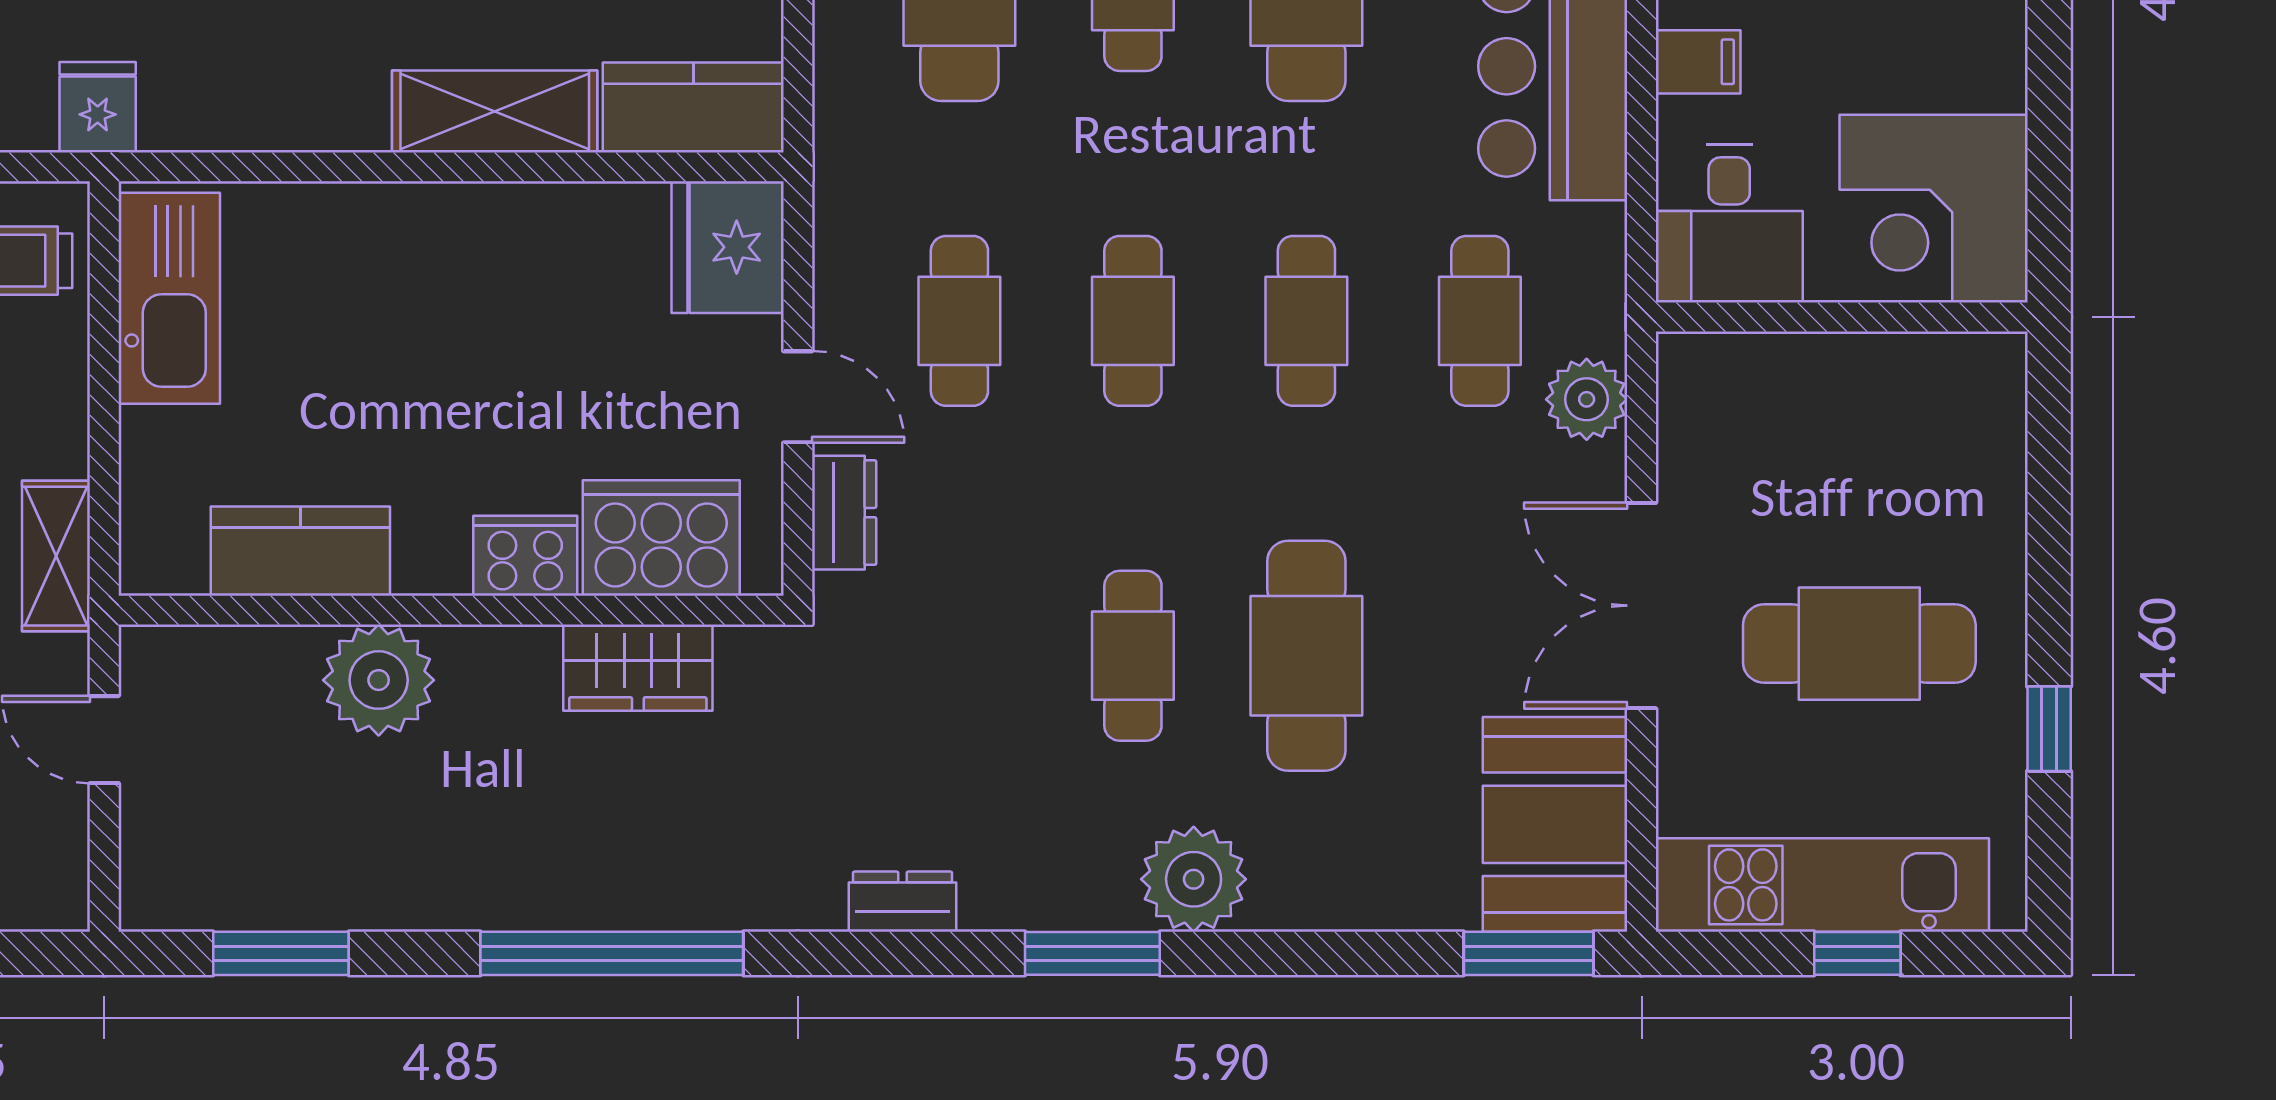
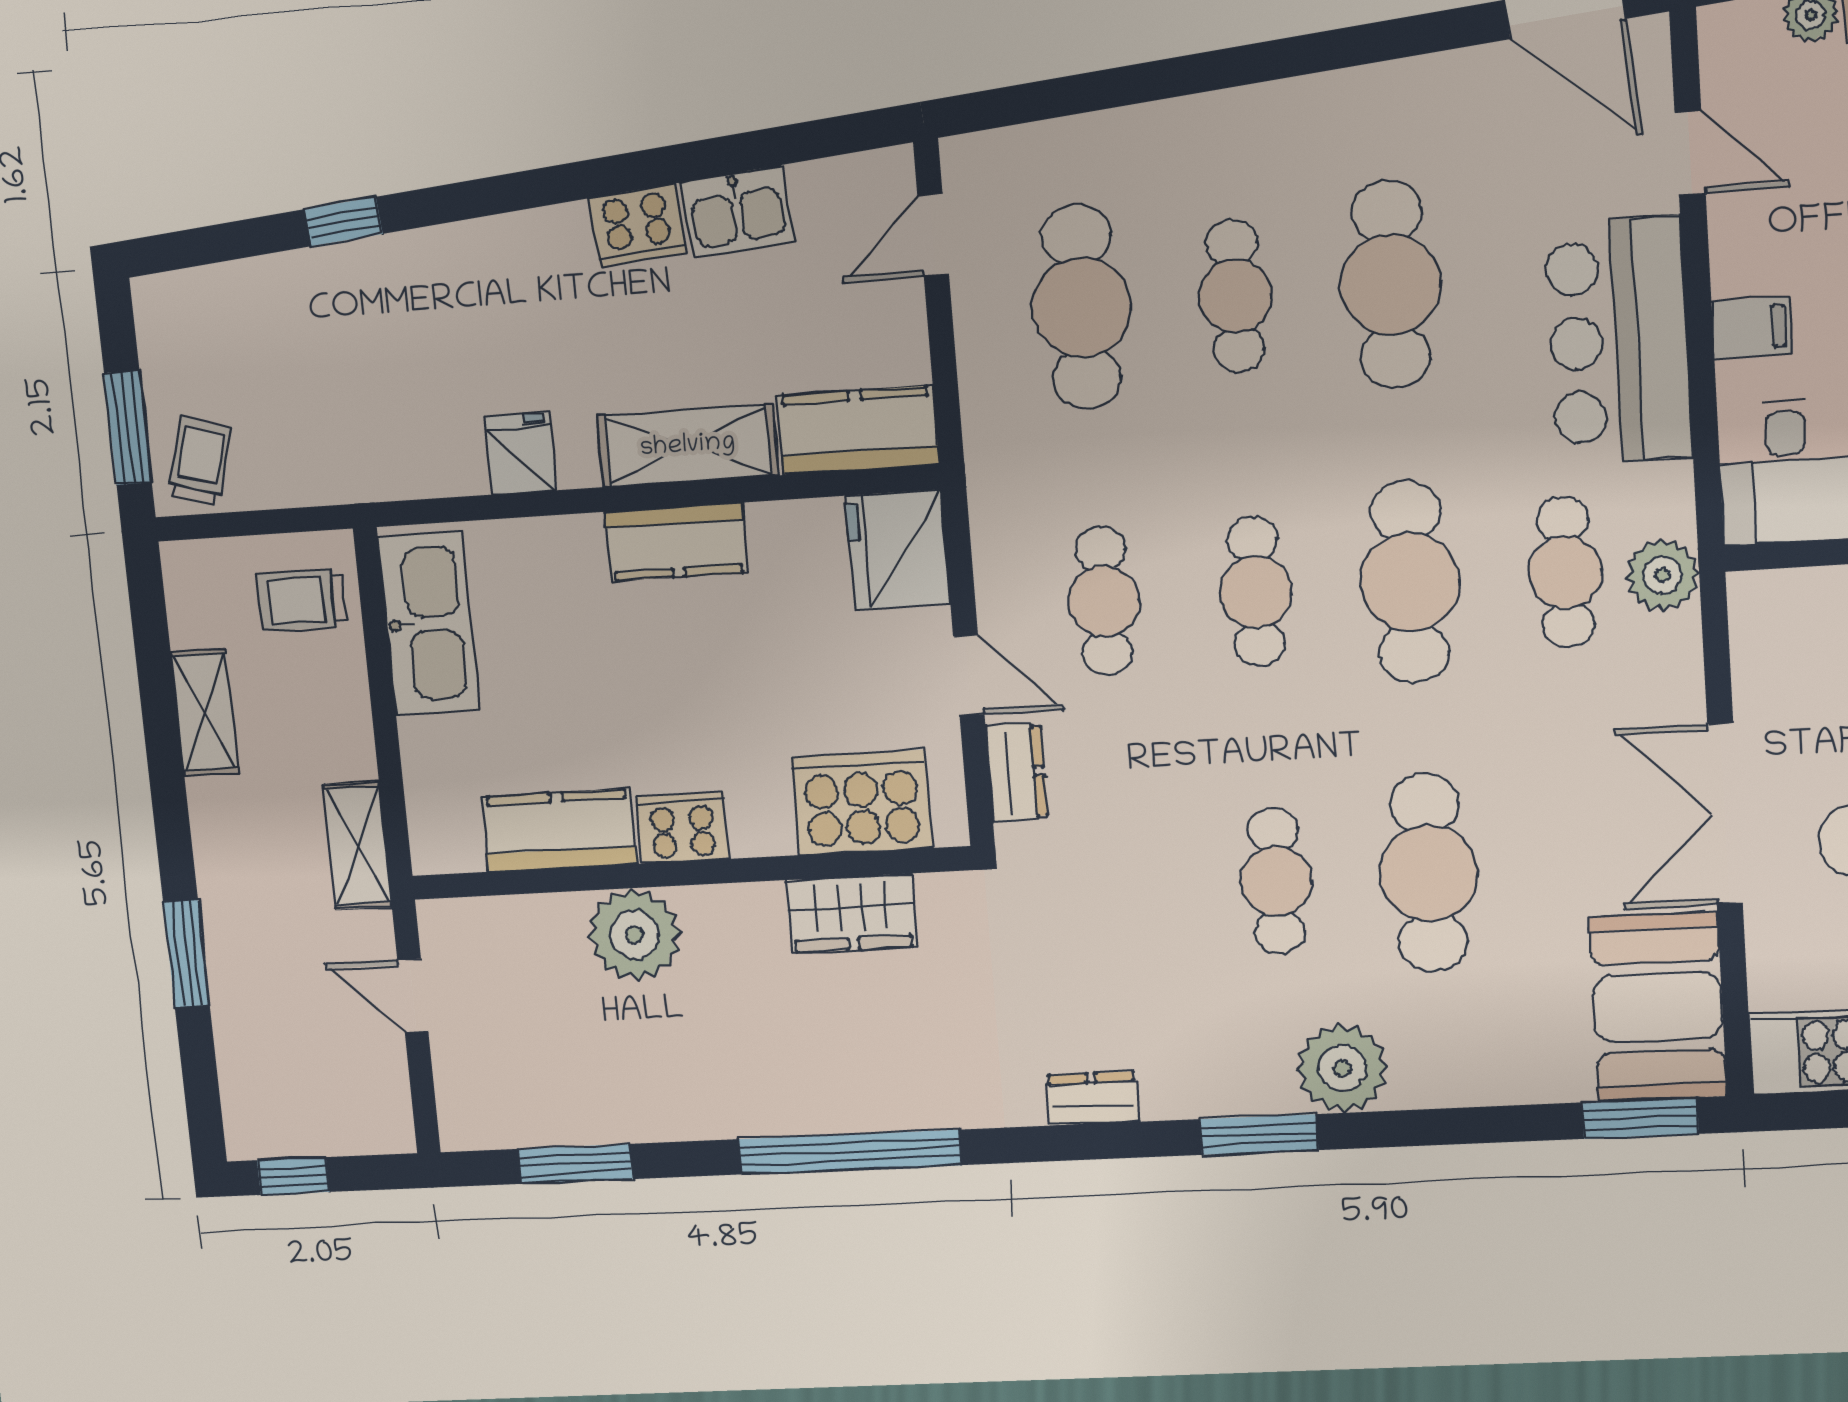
fridge: (98, 107) -> (520, 453), moved
kitchen counter: (471, 222) -> (676, 542), added
cafe table: (1306, 321) -> (1410, 582), width x1.37, depth x1.35
plant: (1587, 399) -> (1662, 575), moved
cooker: (525, 556) -> (683, 828), moved

